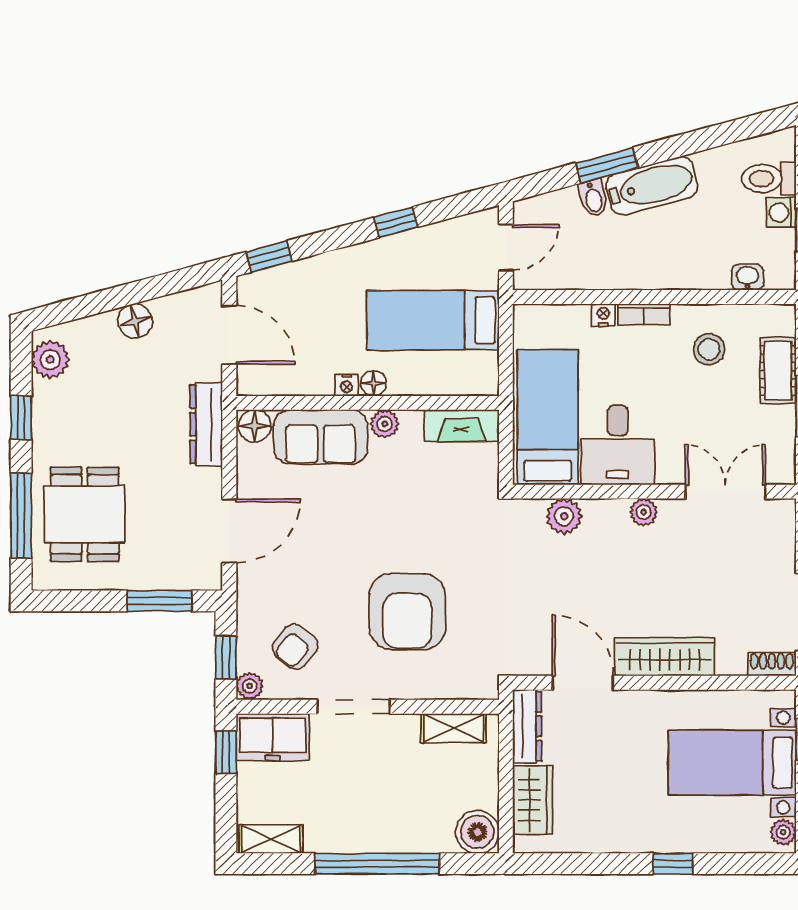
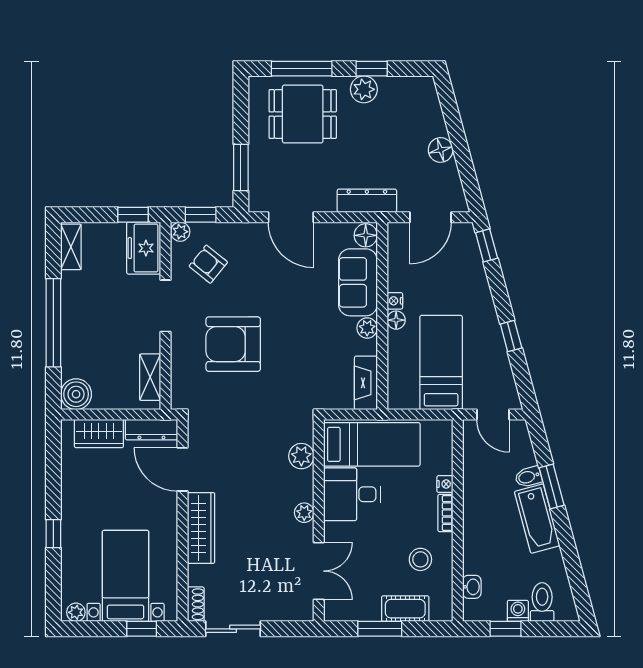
plant: (50, 360) -> (364, 89), moved
door: (583, 683) -> (182, 469), swing flipped

